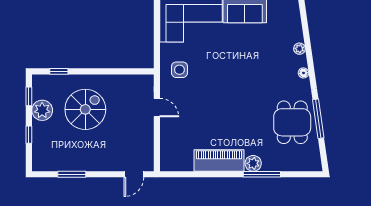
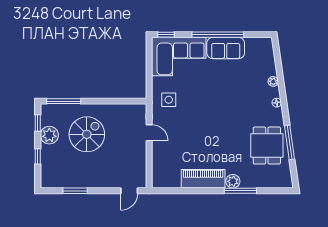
window: (59, 71) -> (64, 101), width x2.17

